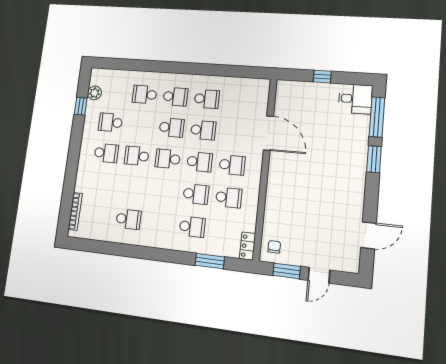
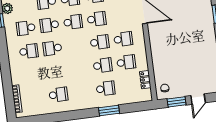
school desk: (168, 159) -> (49, 25), moved
locker: (247, 246) -> (145, 80), moved
window: (210, 261) -> (109, 111), moved

